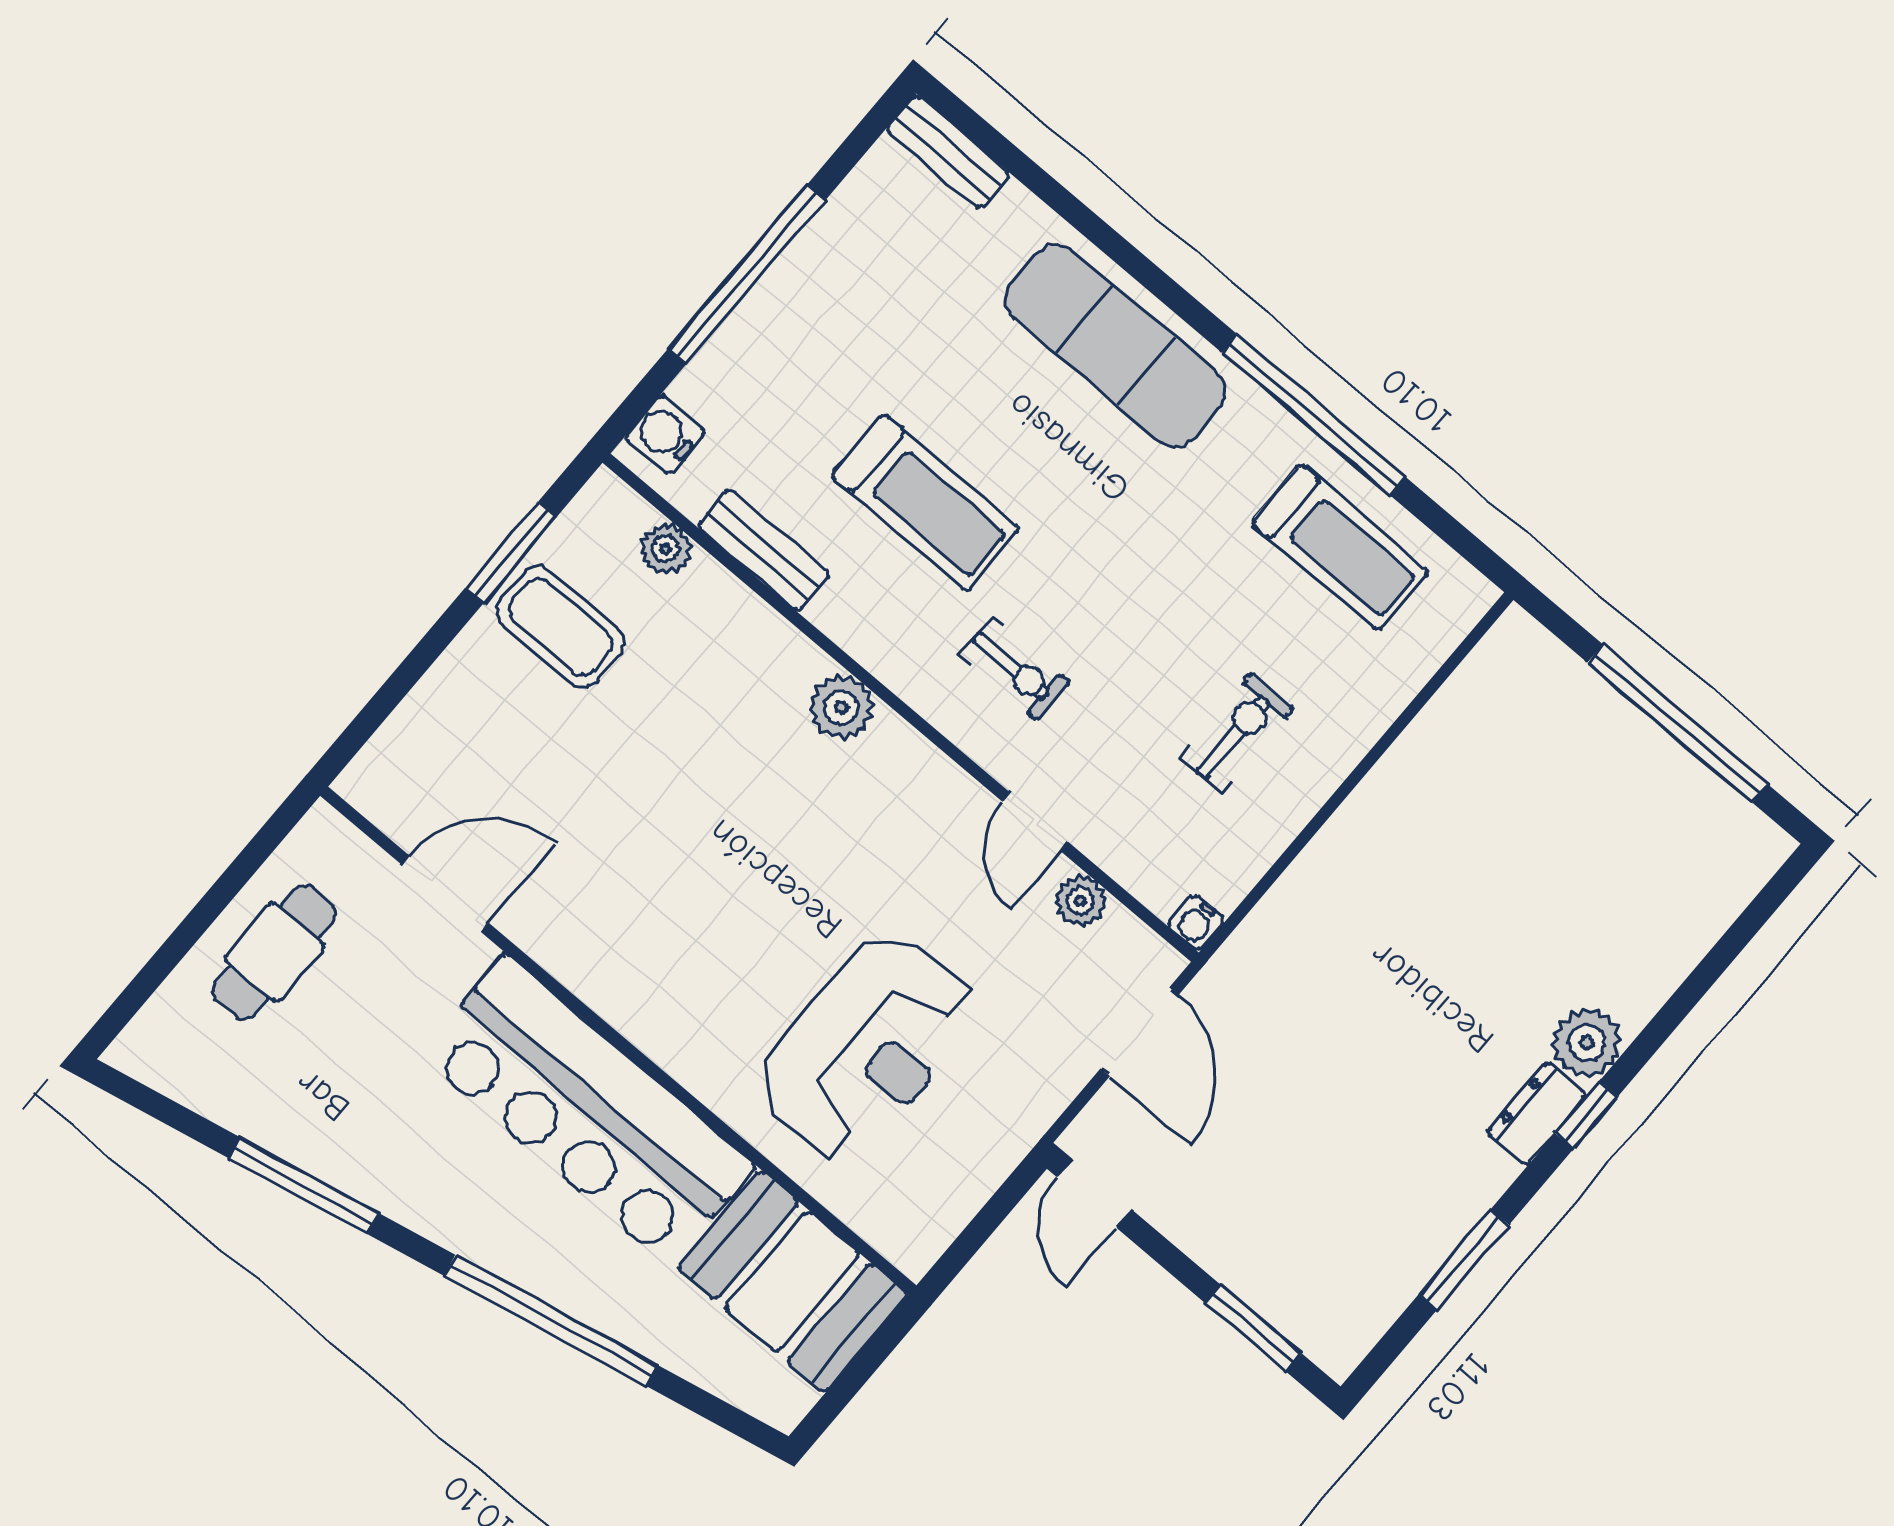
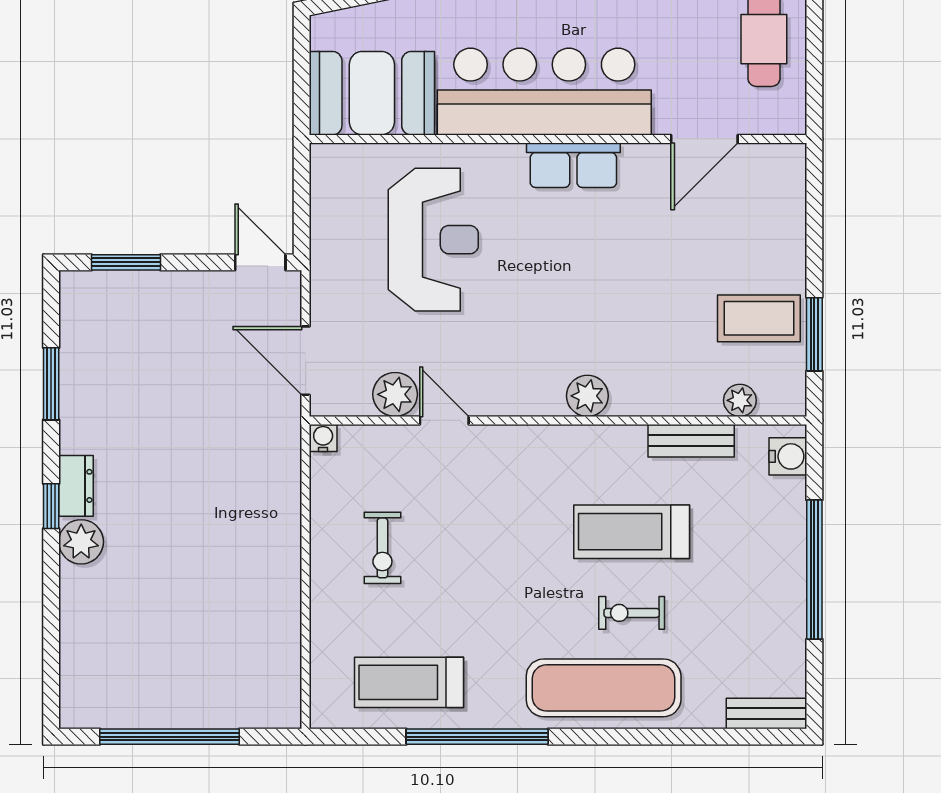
exercise bike: (1015, 669) -> (632, 613), moved
plant: (1081, 901) -> (395, 394), width x1.38, depth x1.38
row of seats: (626, 994) -> (573, 165), added
reception desk: (867, 1047) -> (433, 240), turned 180

